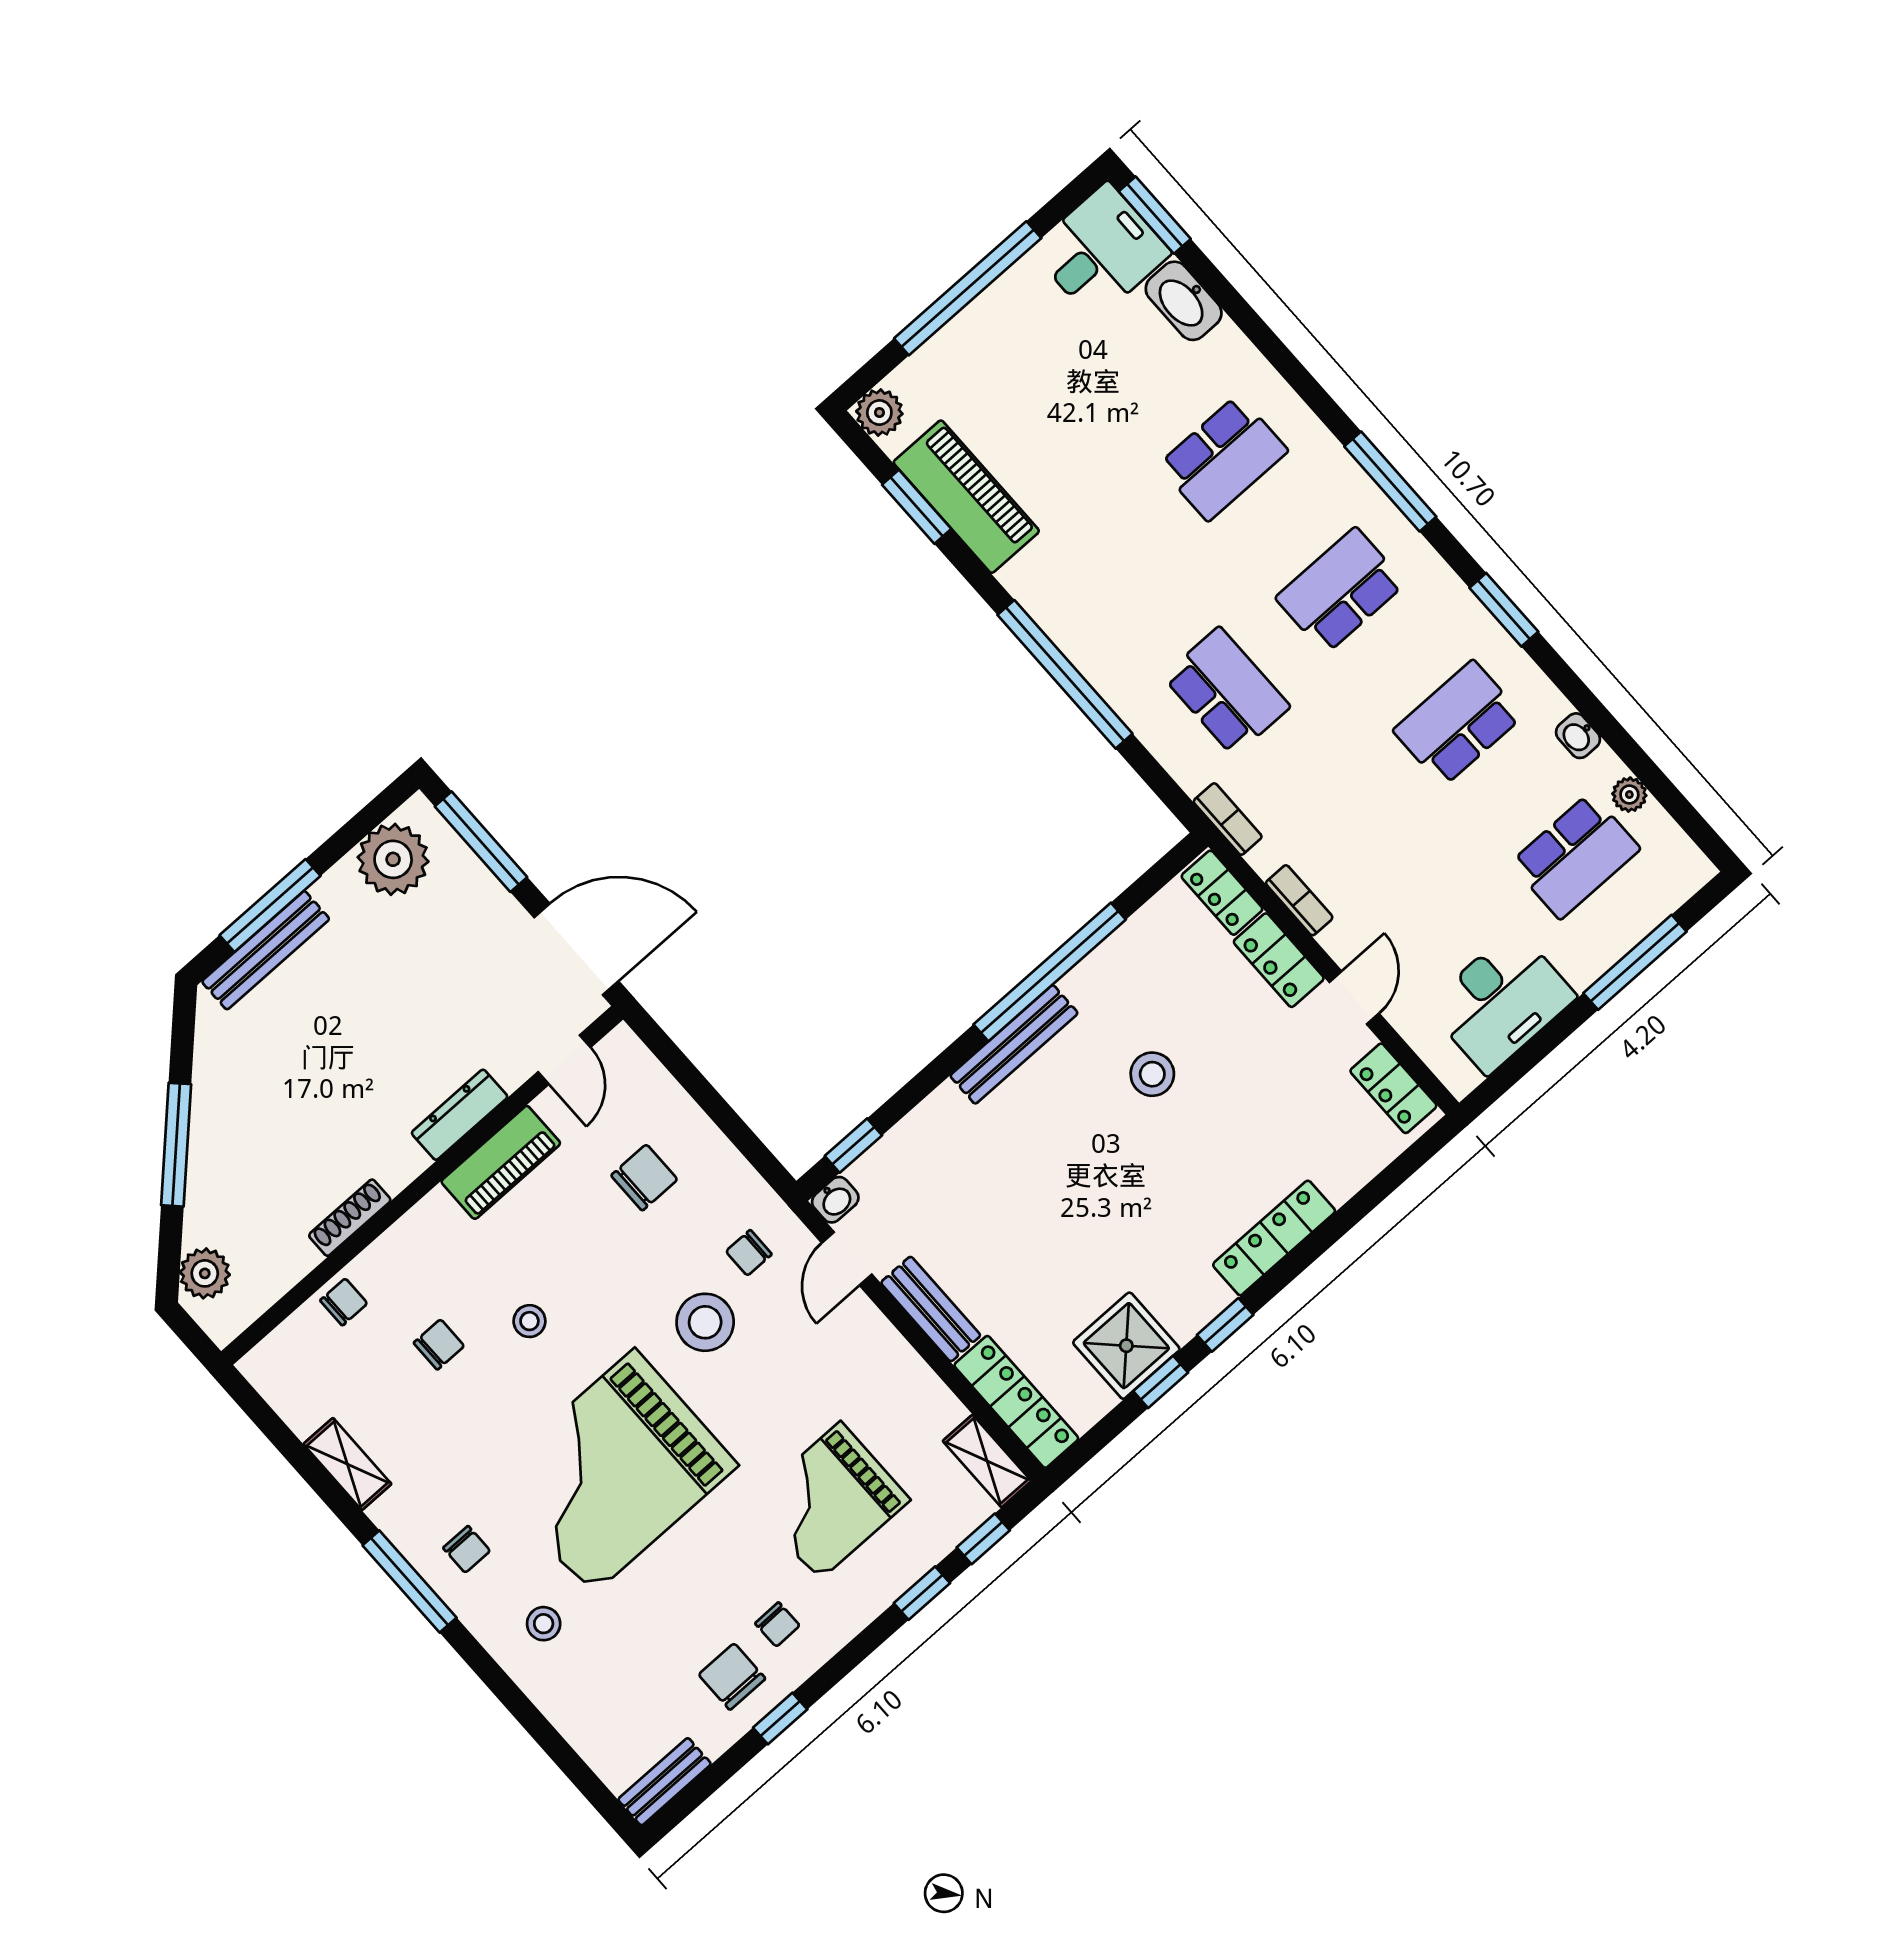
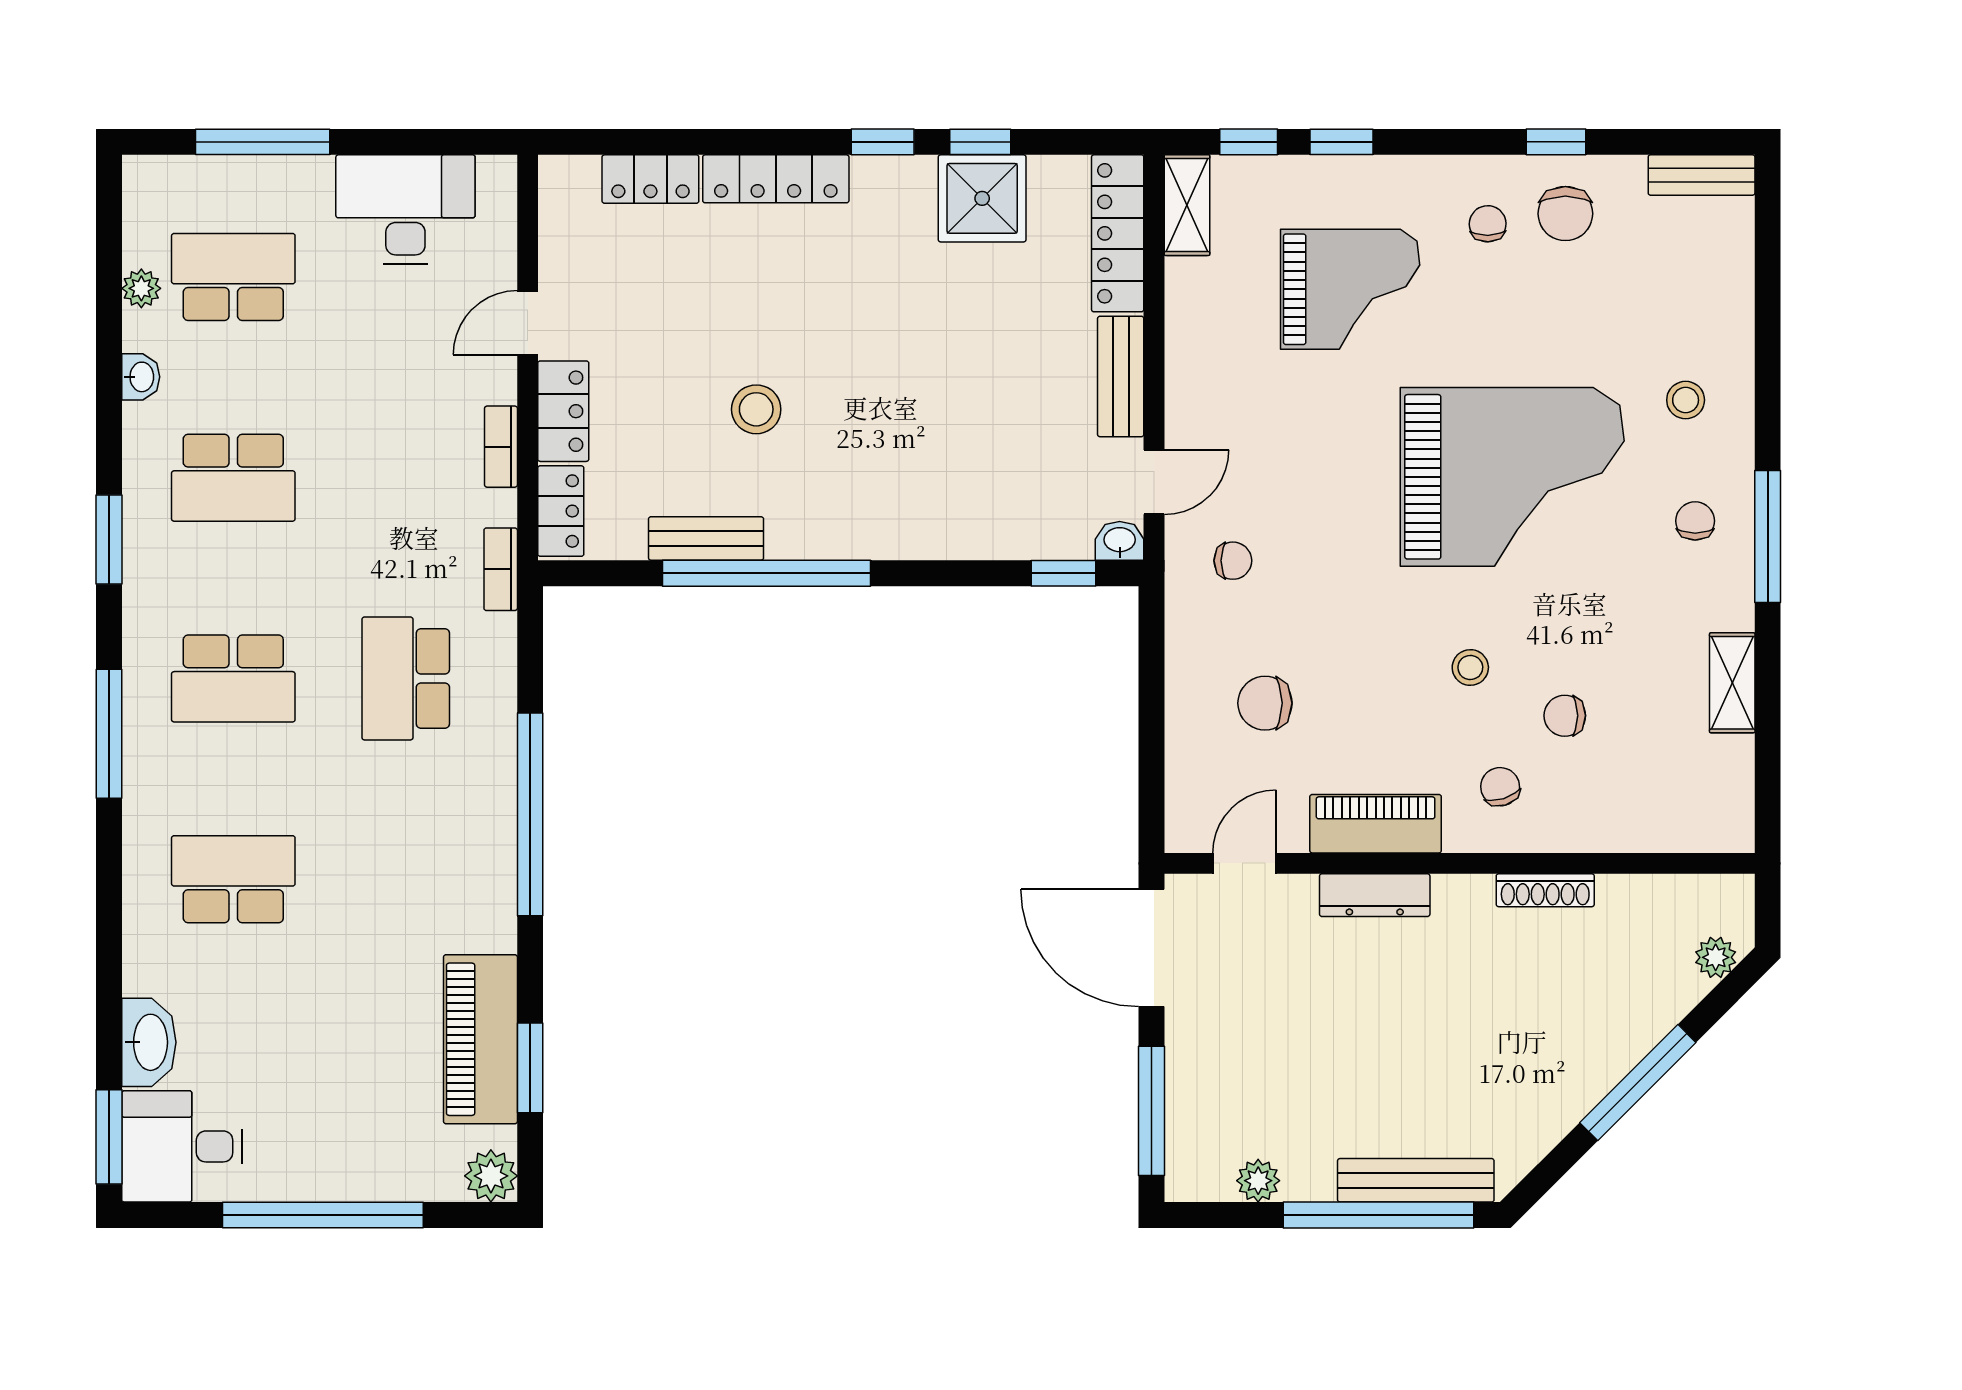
plant: (393, 859) -> (1258, 1181), width x0.53, depth x0.53
window: (270, 905) -> (1378, 1215), width x1.46
bench: (1014, 1044) -> (706, 538), moved, width x0.73
locker: (1393, 1088) -> (650, 179), moved, turned 90
plant: (205, 1273) -> (1716, 957), width x0.73, depth x0.73
chair: (344, 1302) -> (1500, 787), moved, turned 73
stool: (705, 1322) -> (1322, 535), removed

